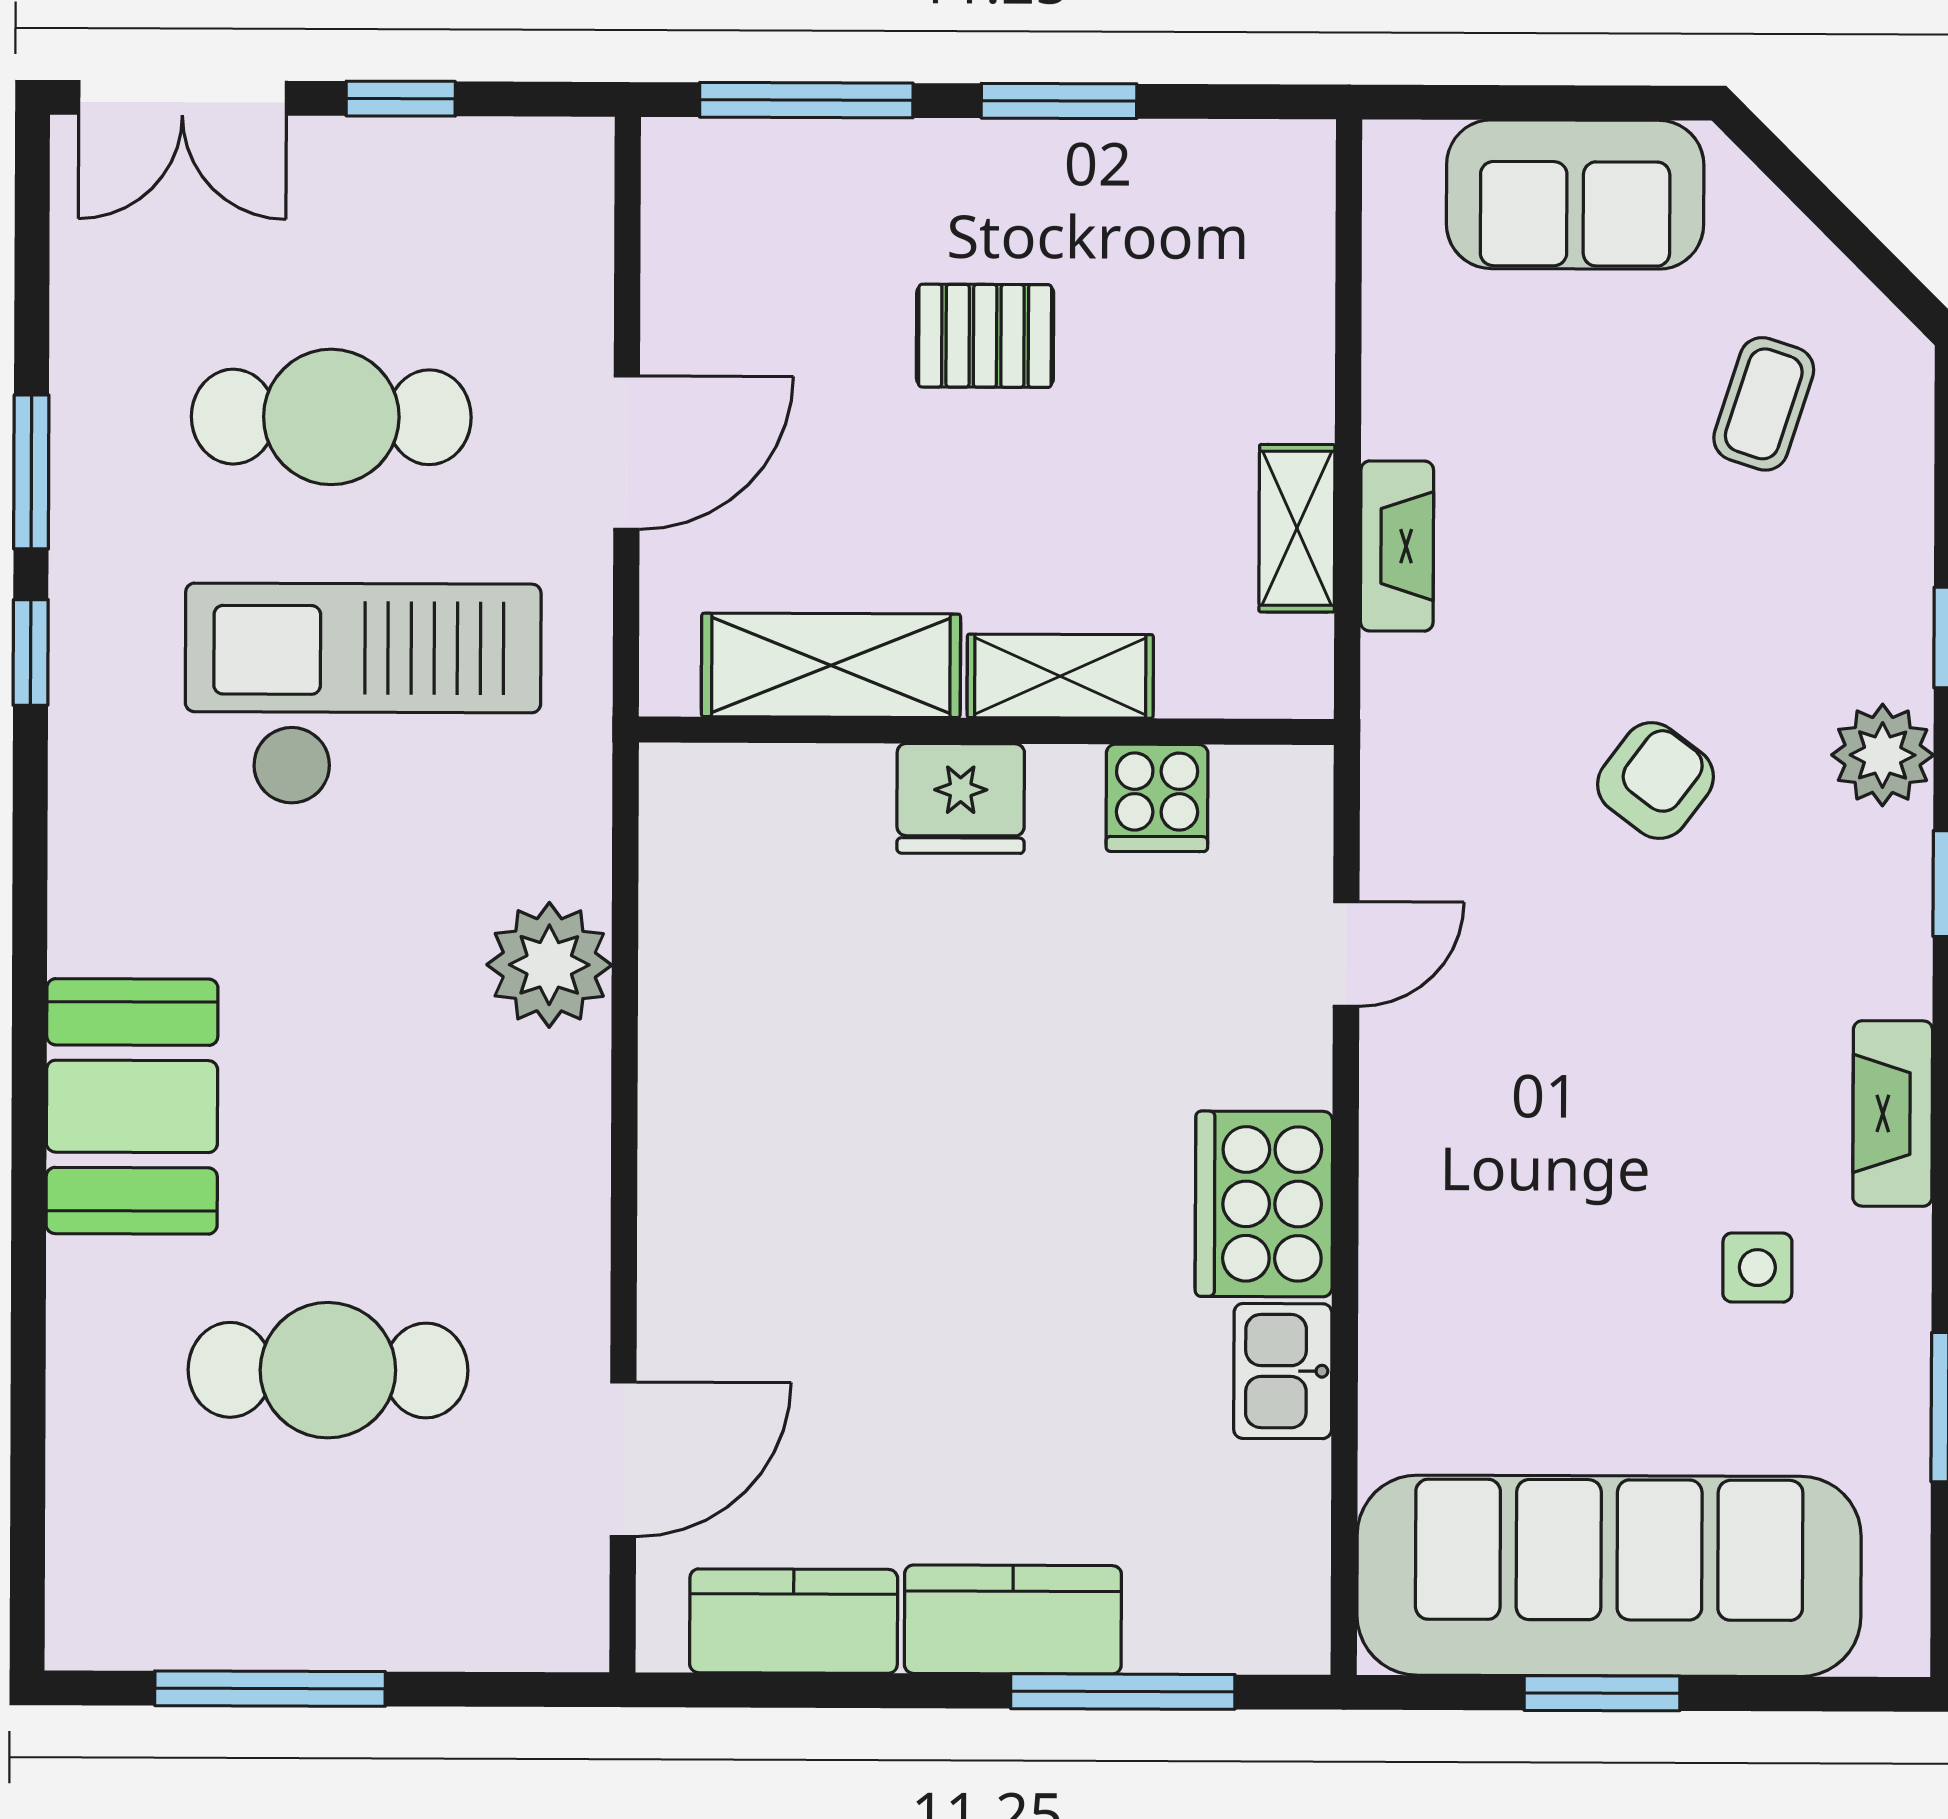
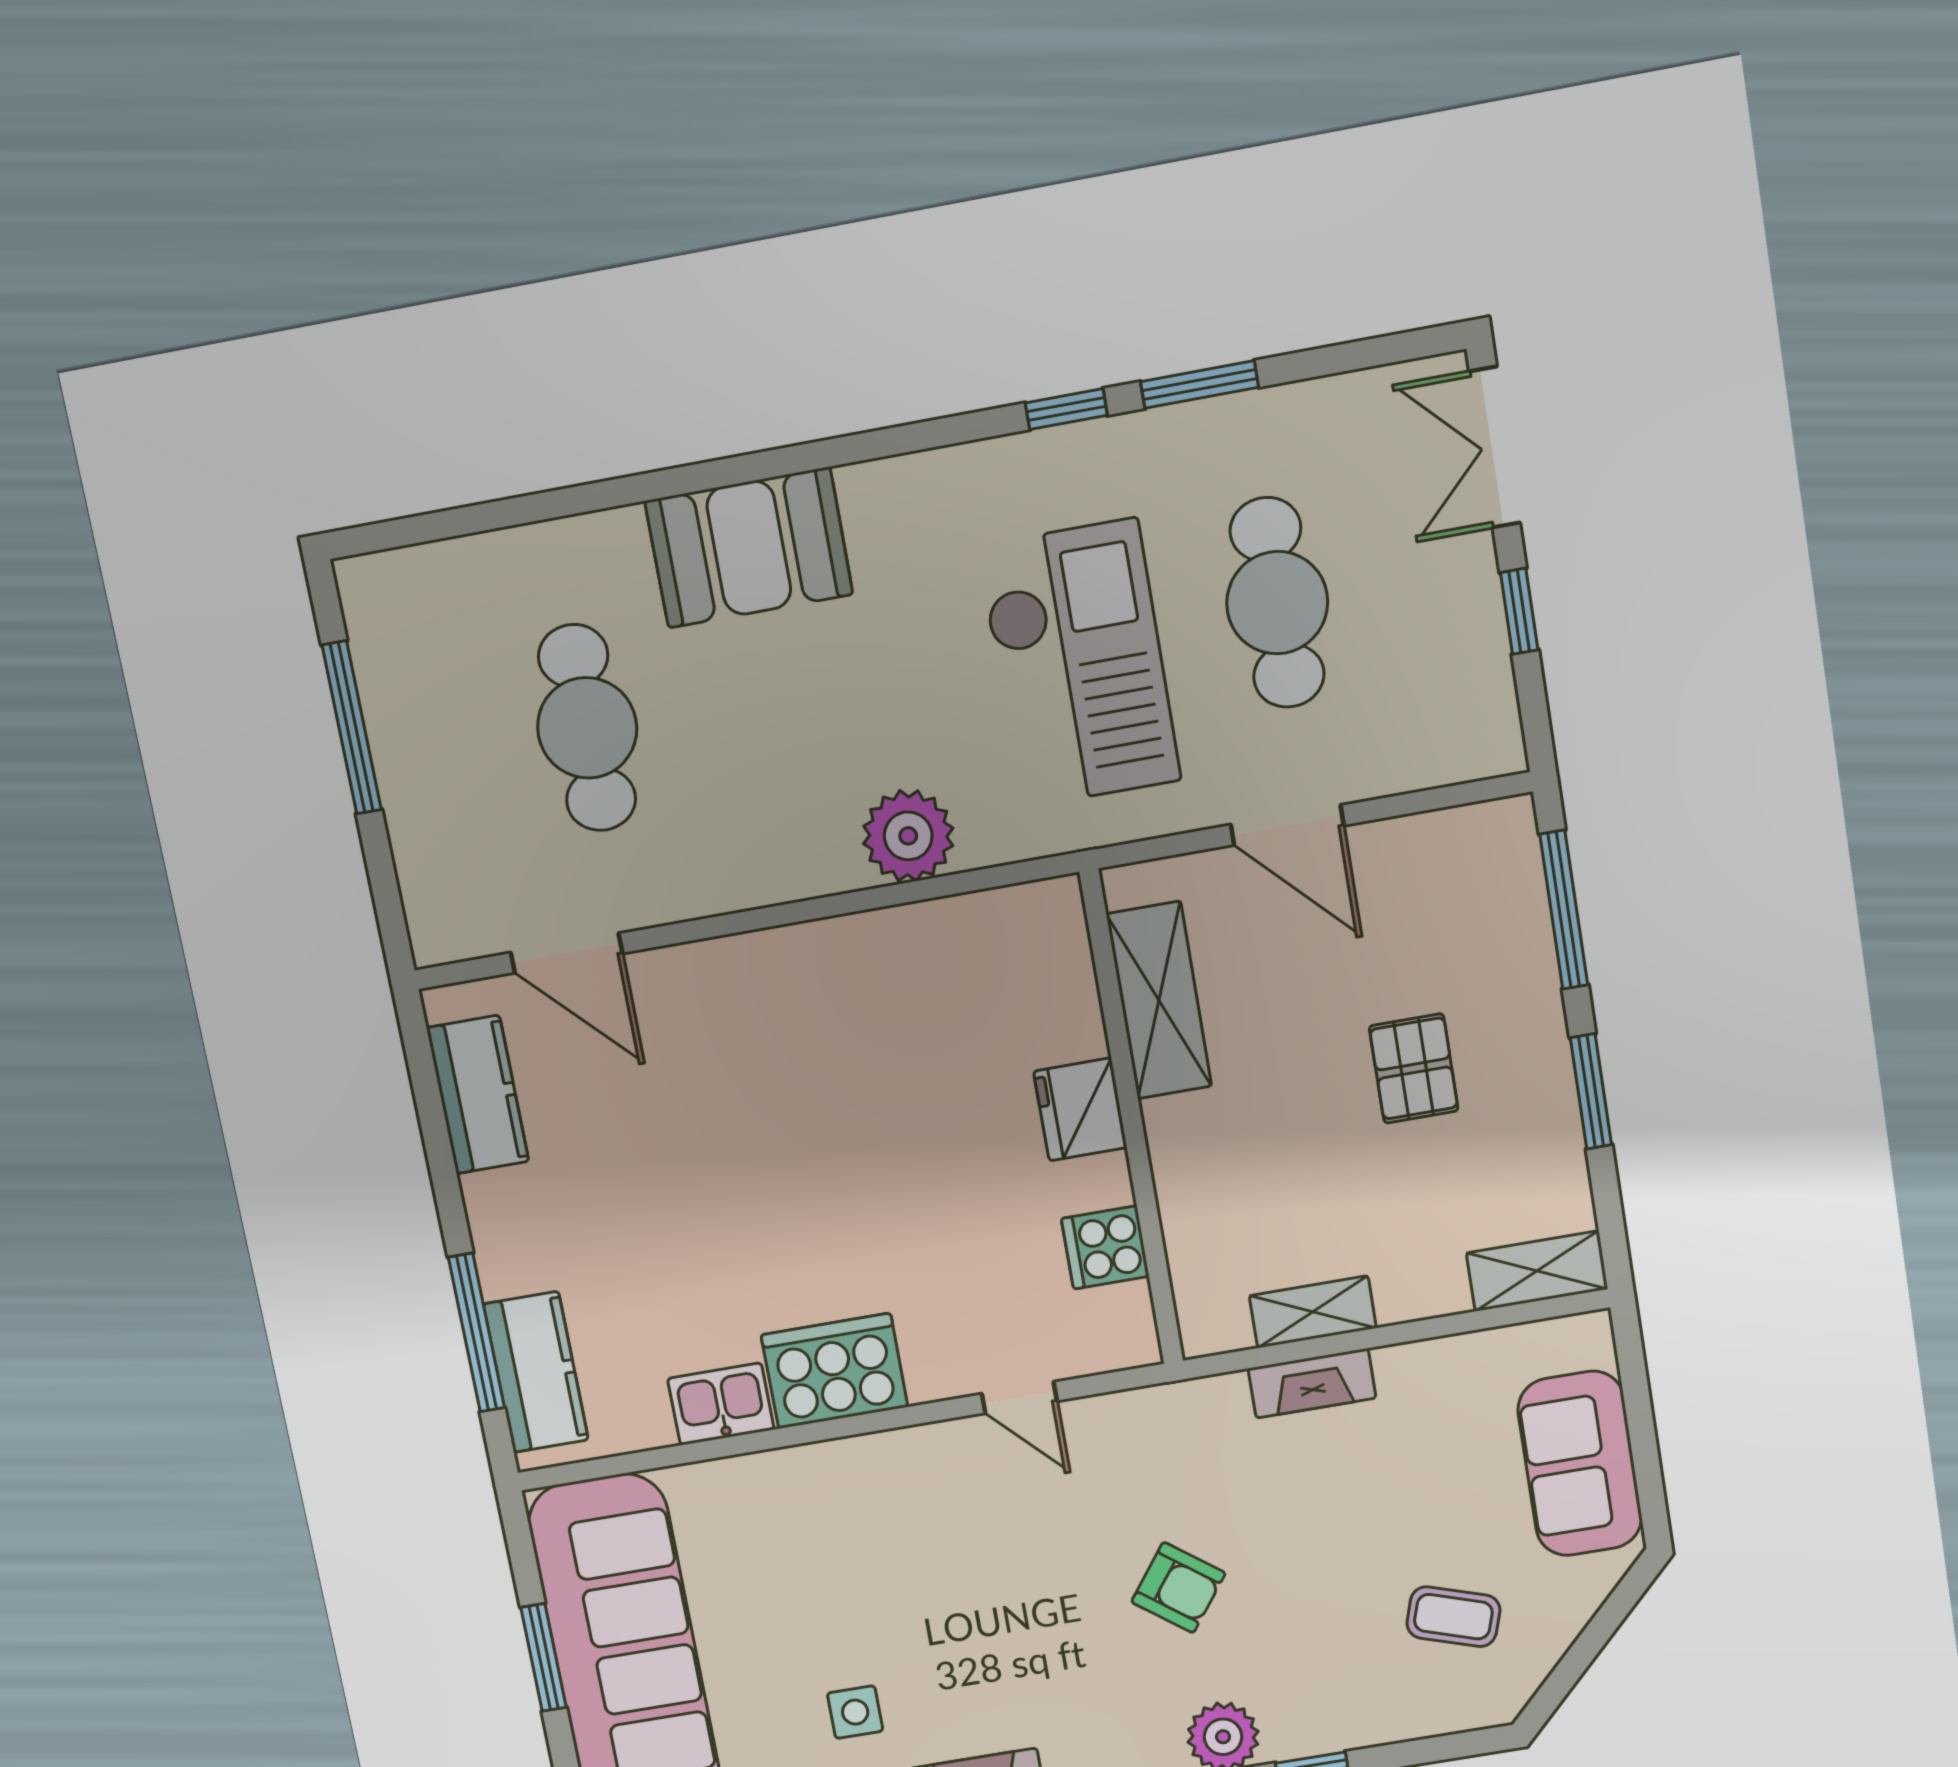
shelving: (1060, 676) -> (1537, 1271), moved, turned 90
kitchen counter: (1013, 1620) -> (536, 1372), moved

